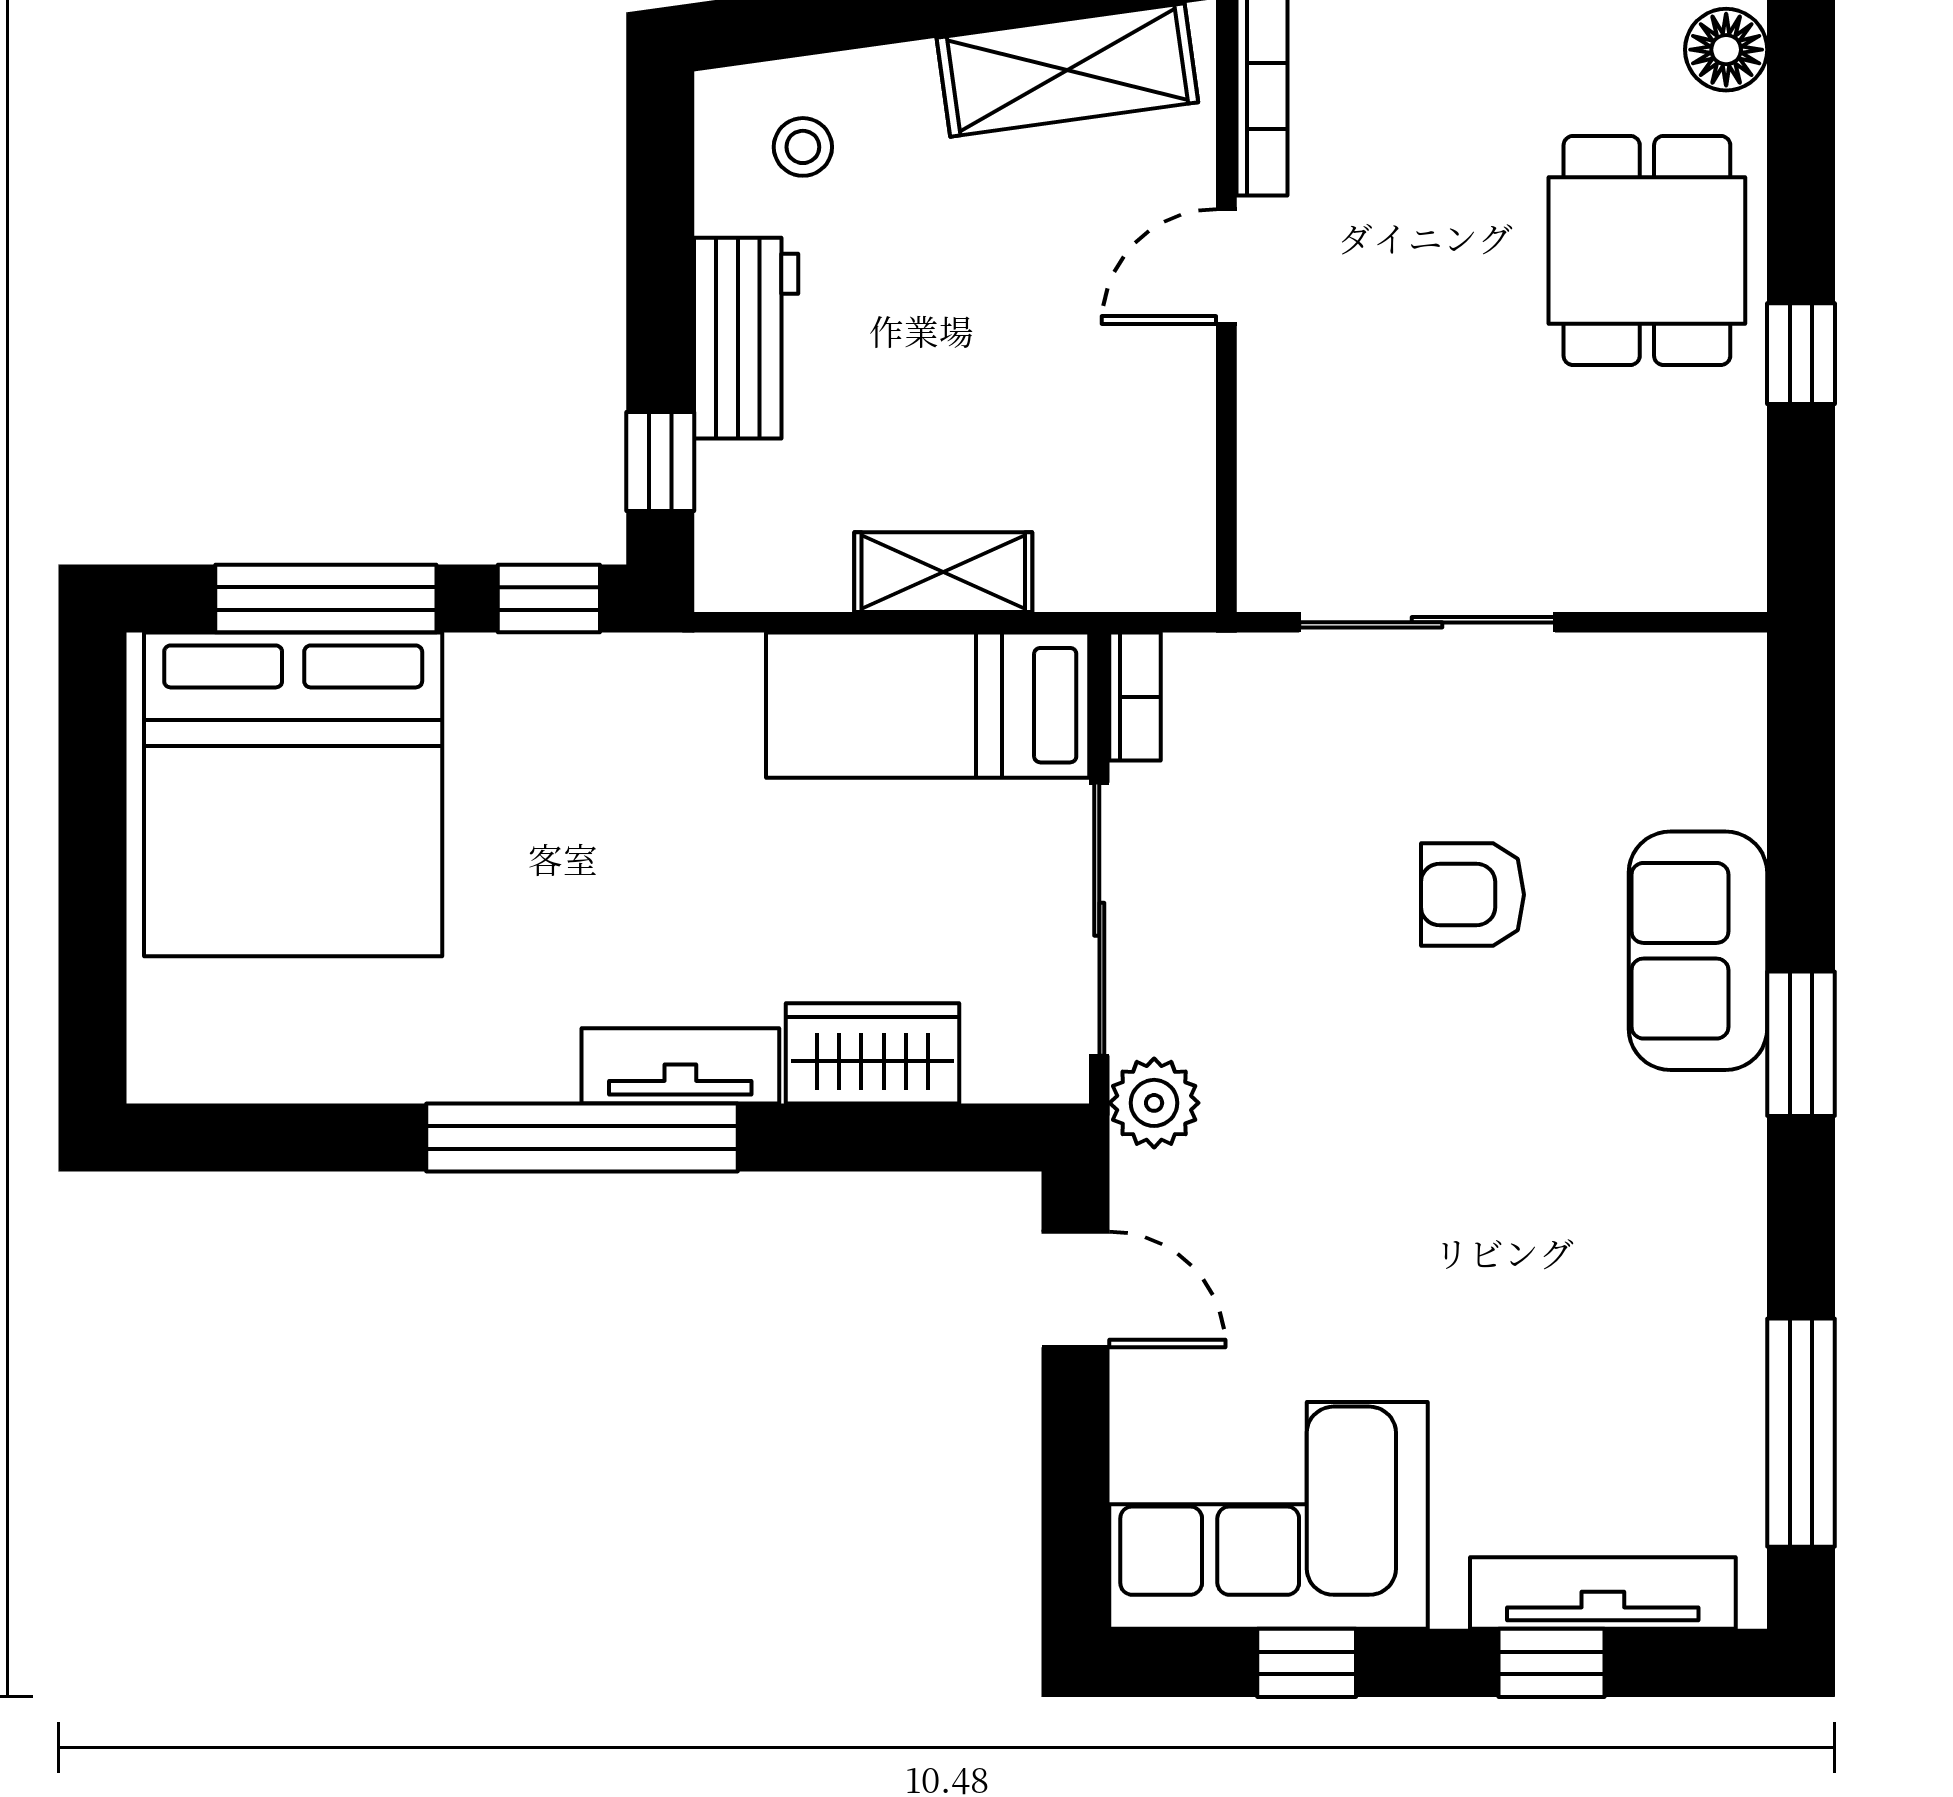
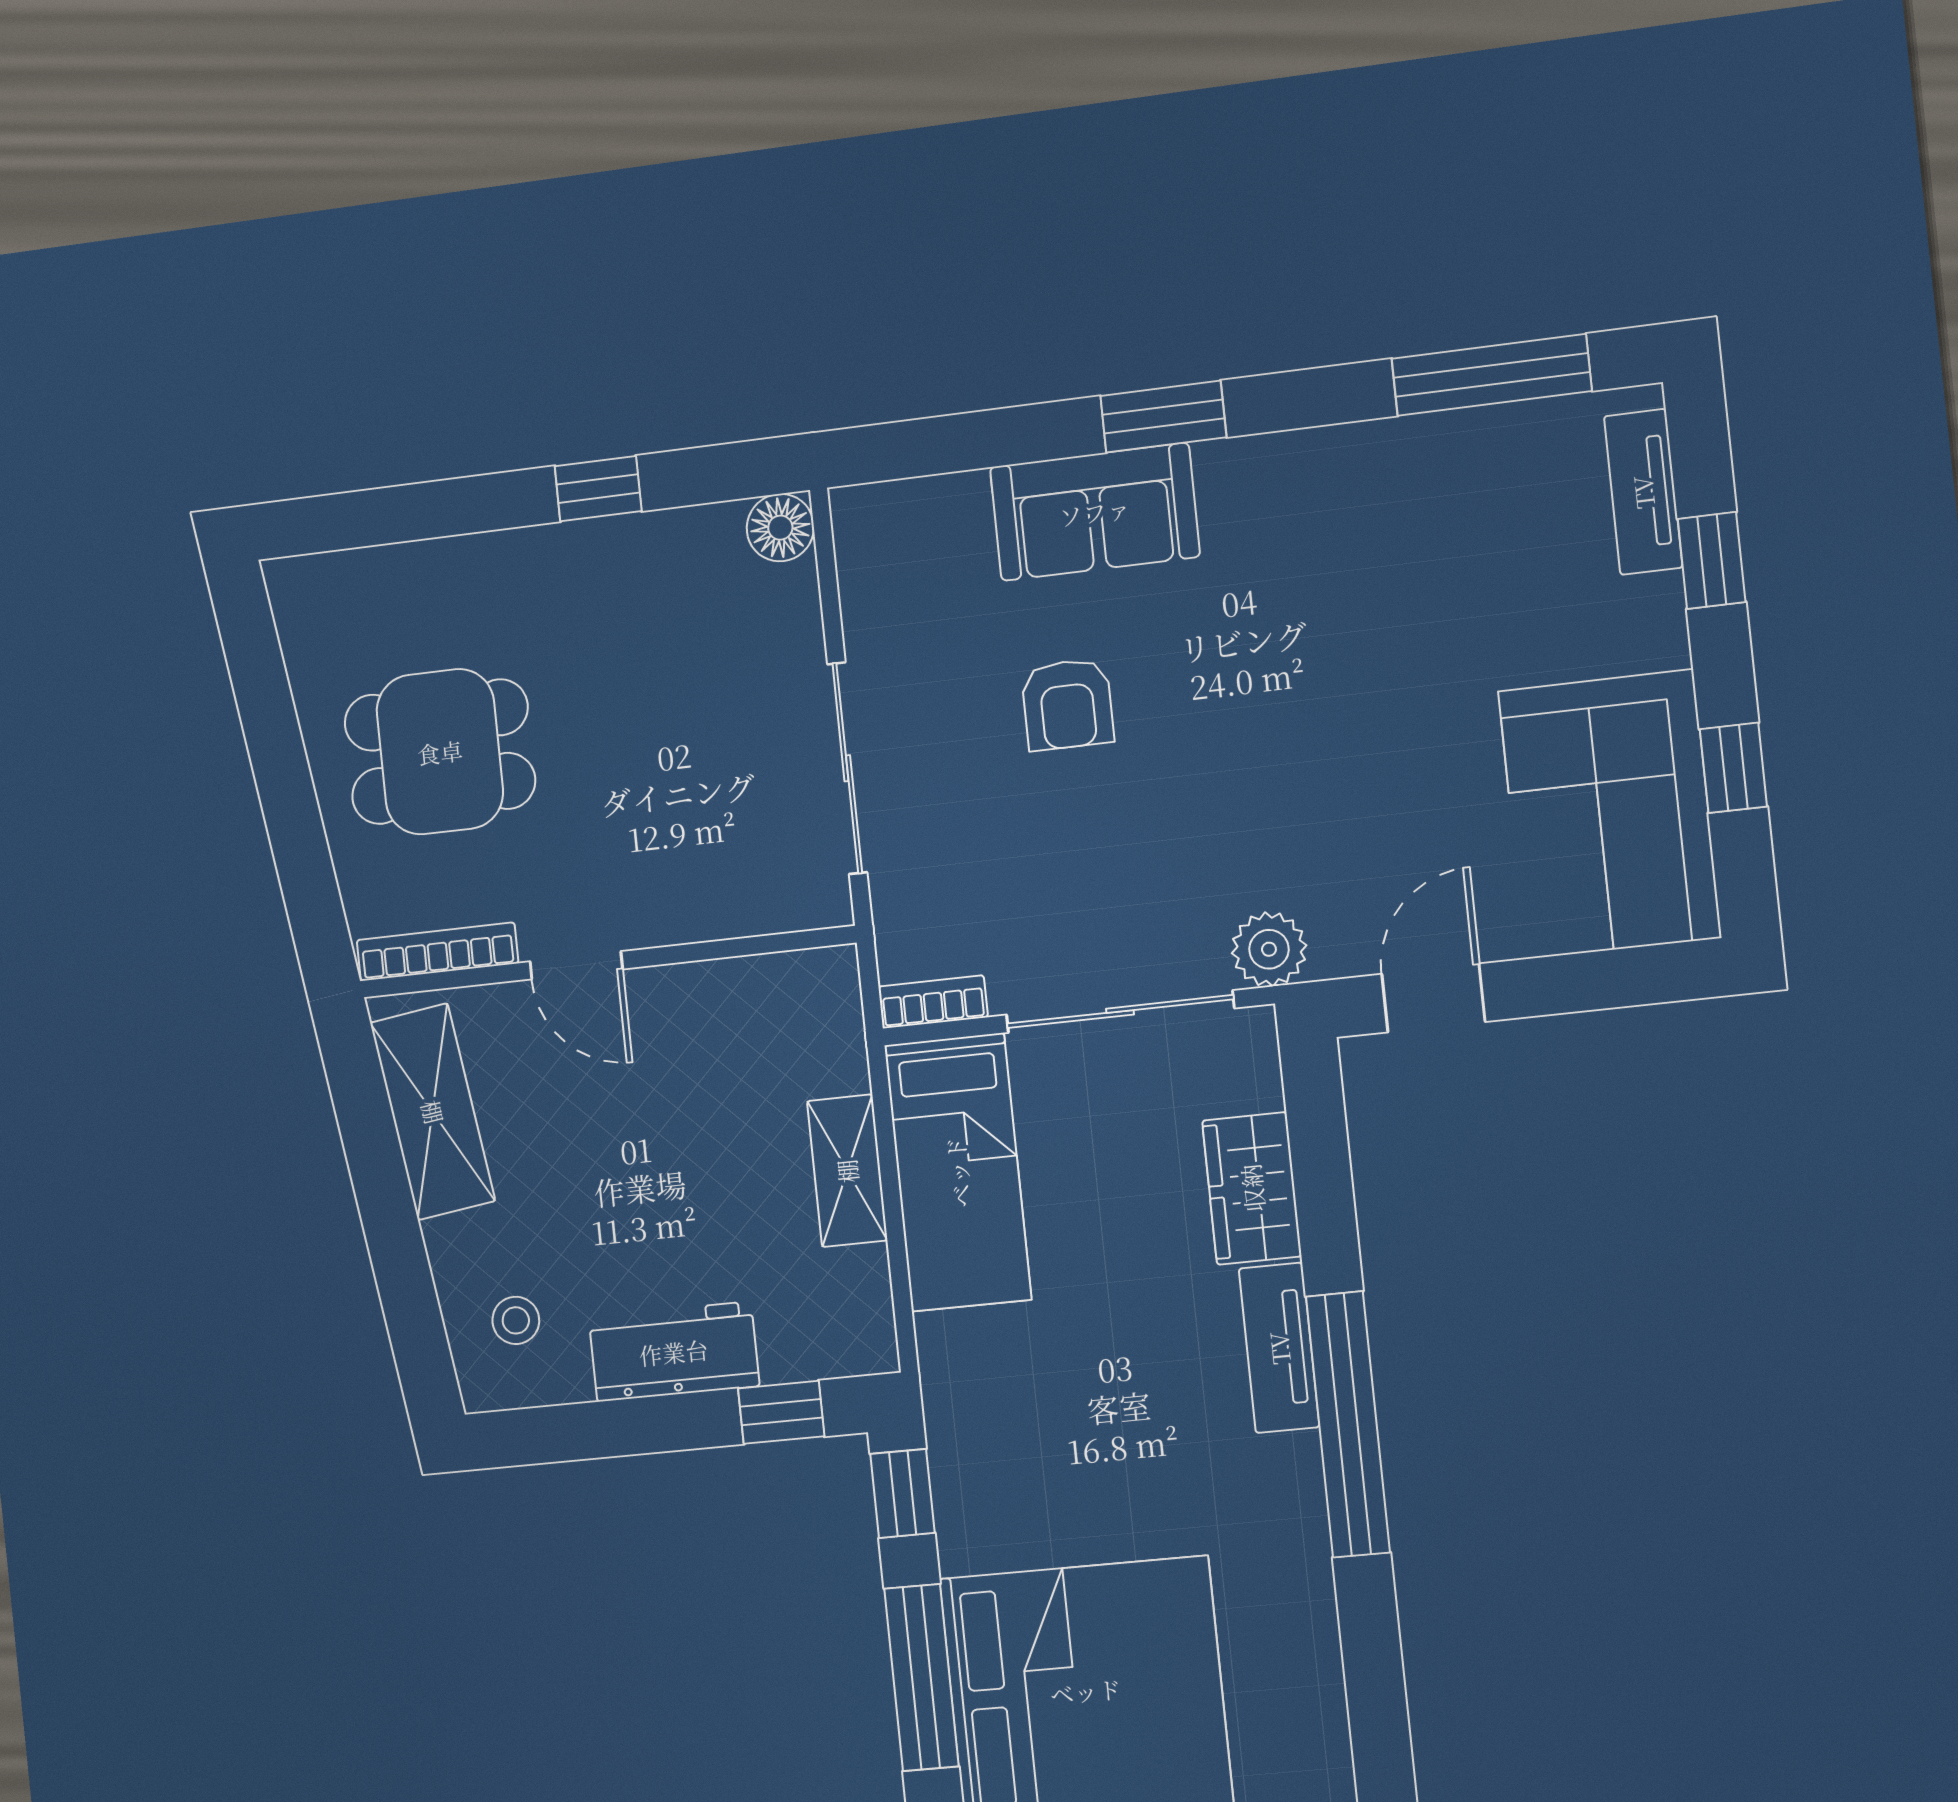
floor lamp: (1726, 50) -> (780, 528), moved
dining table: (1647, 250) -> (440, 752), moved
tv unit: (1603, 1593) -> (1643, 492), width x0.71

